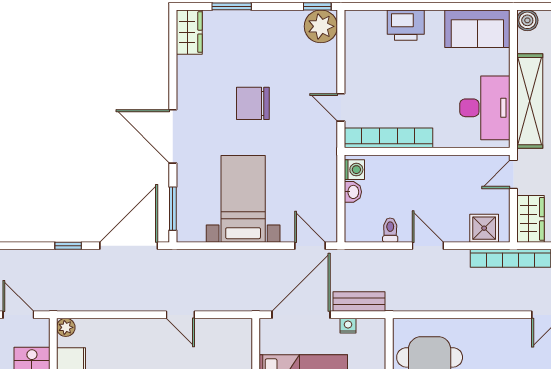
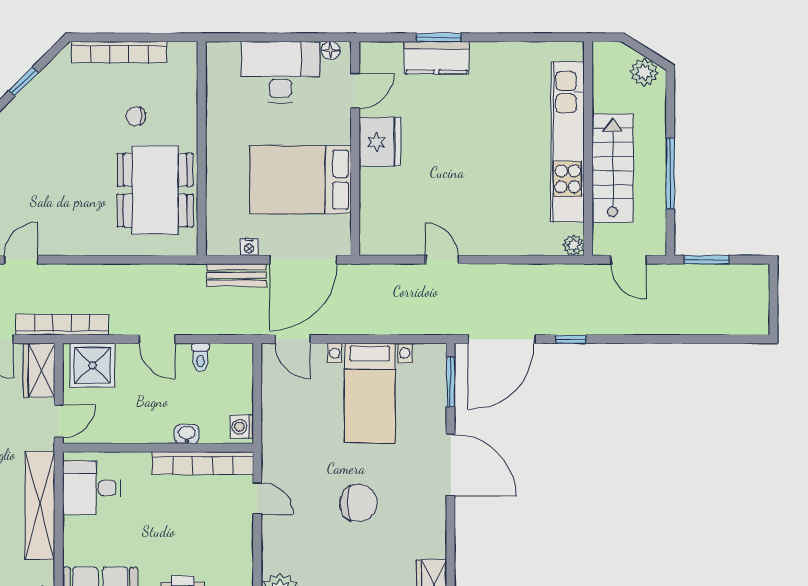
desk: (485, 108) -> (92, 488), width x0.73
washbasin: (353, 192) -> (187, 434), moved, turned 90
shower: (484, 228) -> (92, 365), width x1.36, depth x1.36

